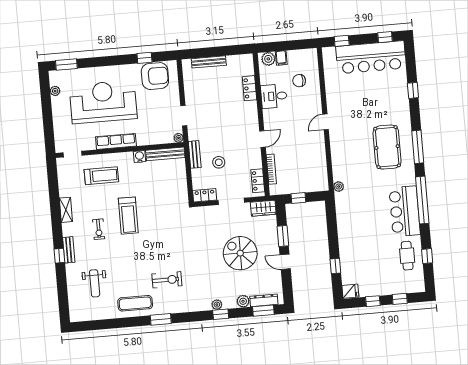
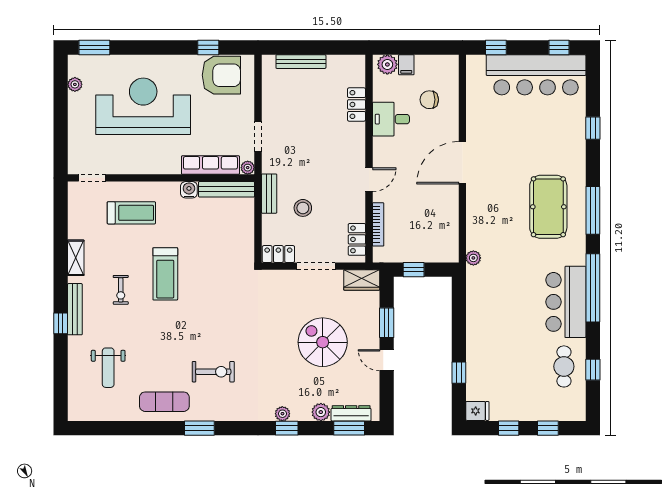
door: (326, 122) -> (462, 163), width x1.88
row of seats: (116, 141) -> (210, 165), moved
bench: (69, 250) -> (75, 309), width x1.36

